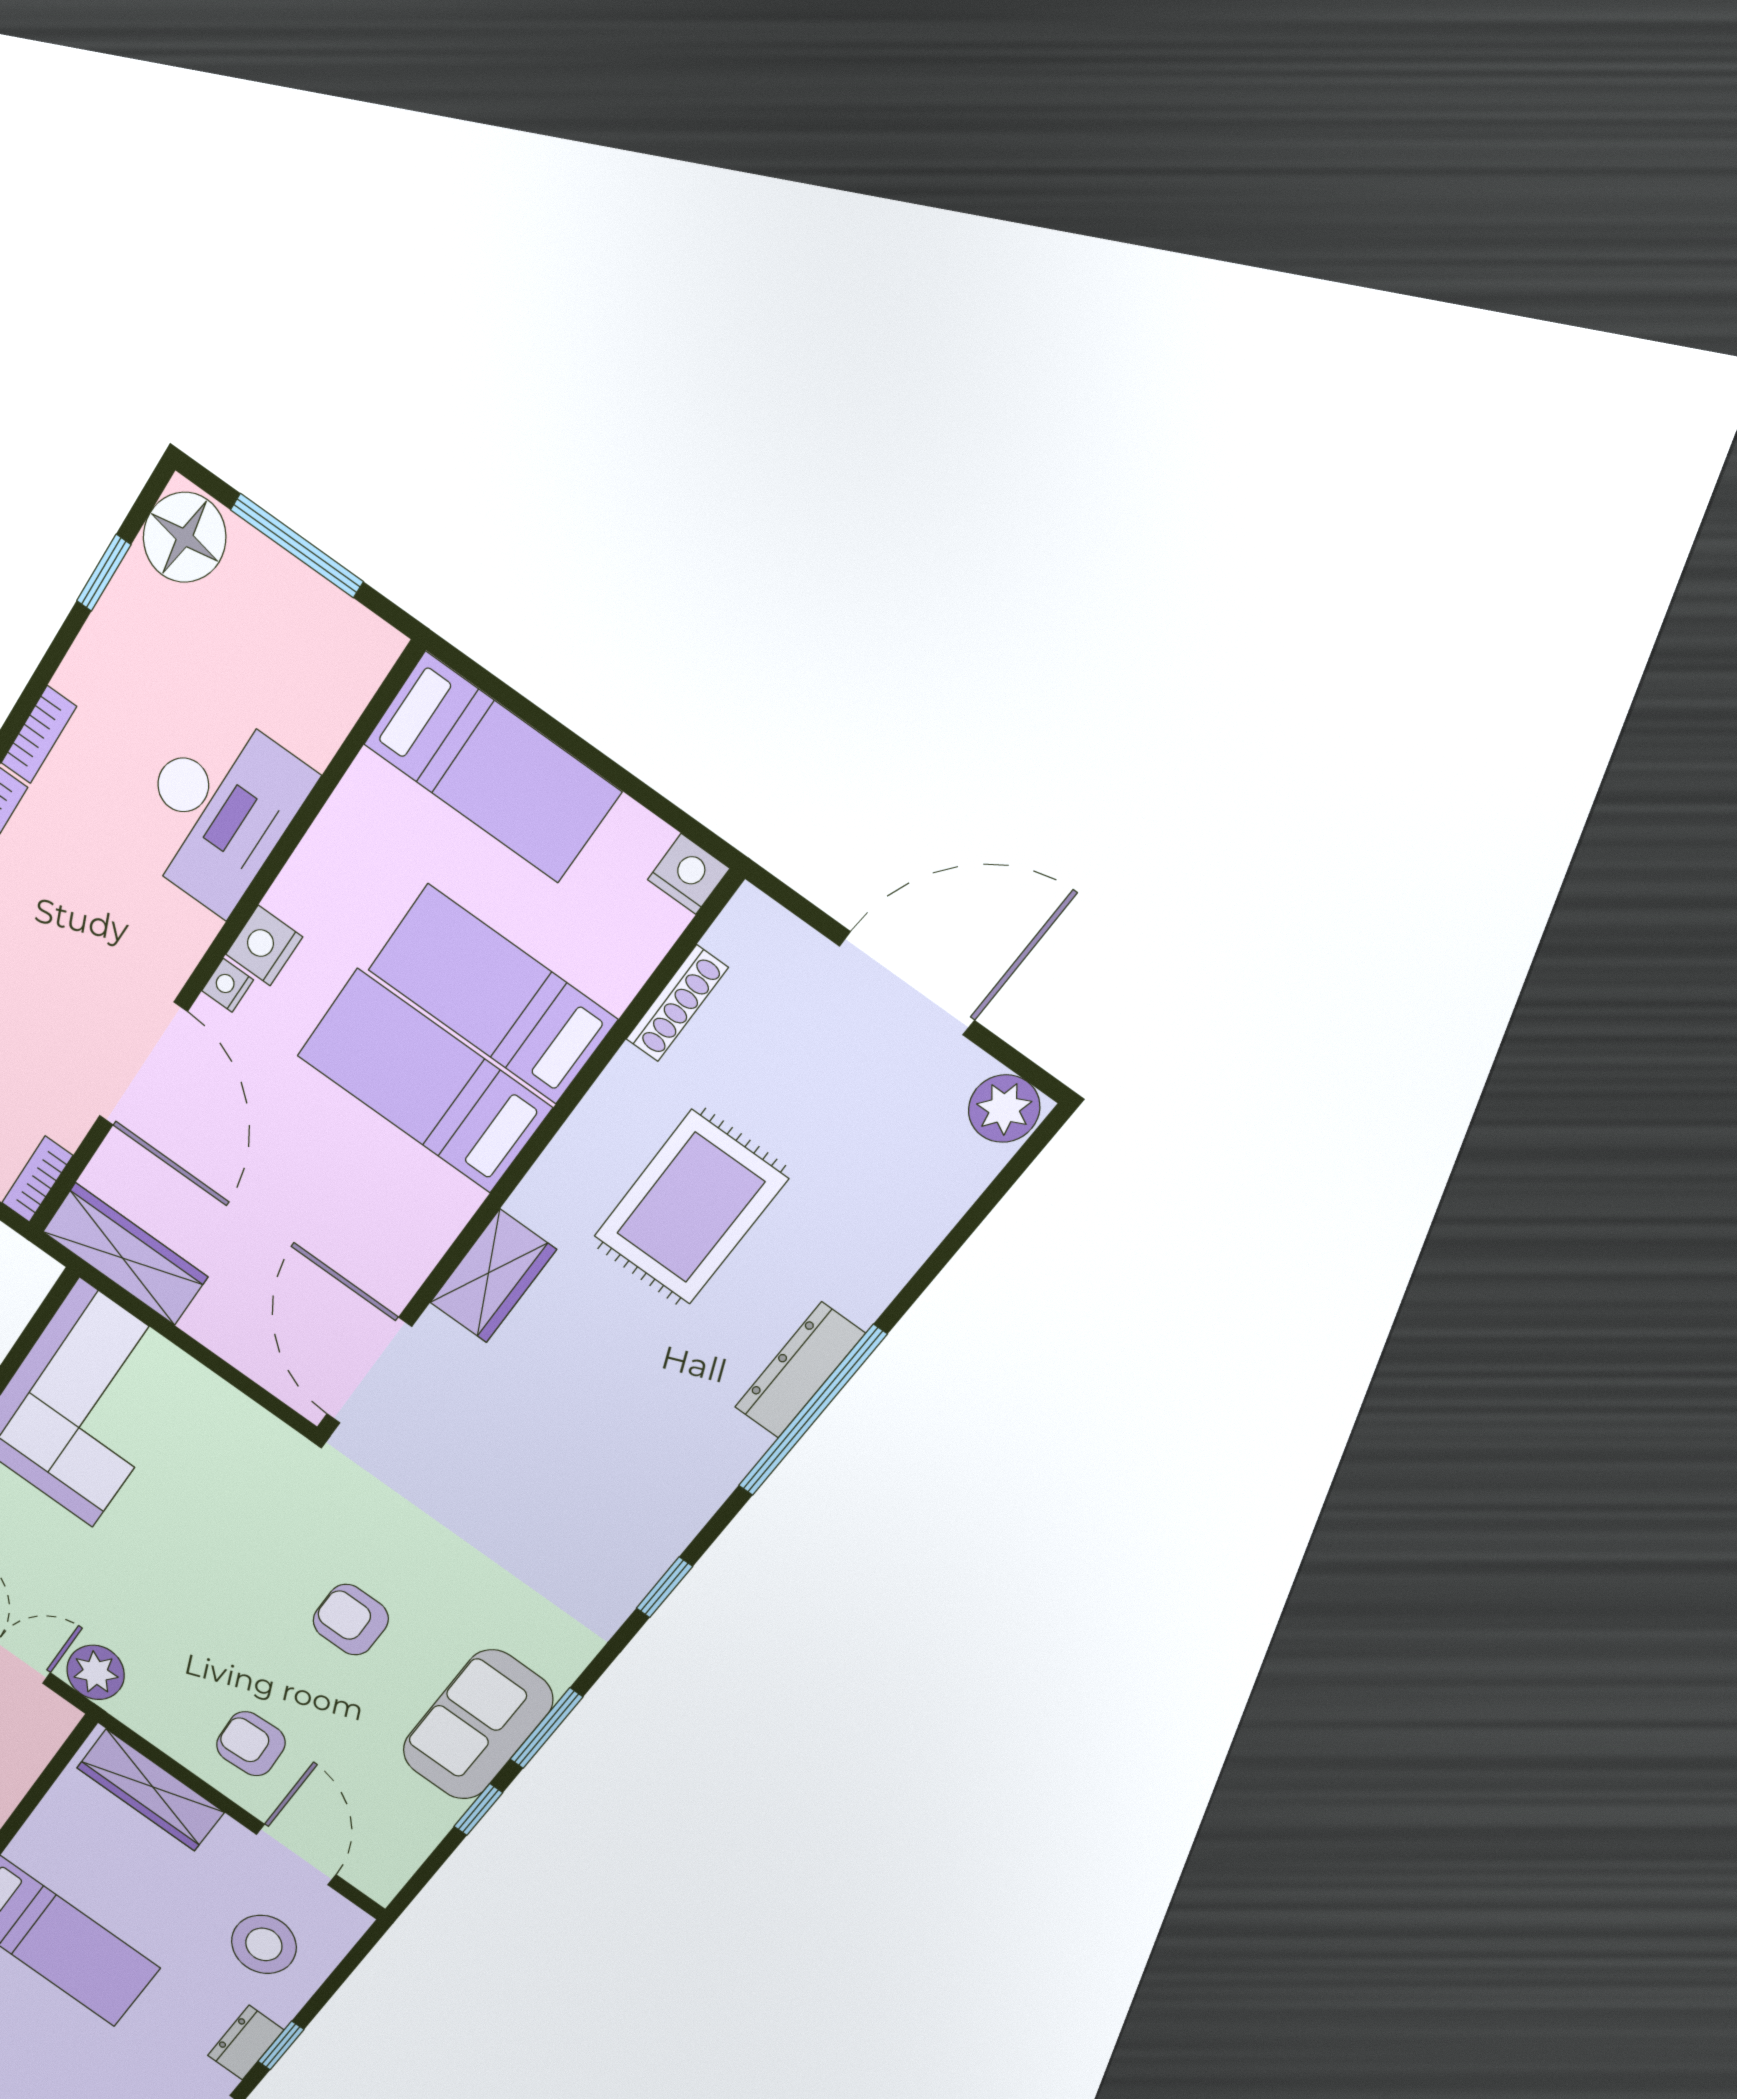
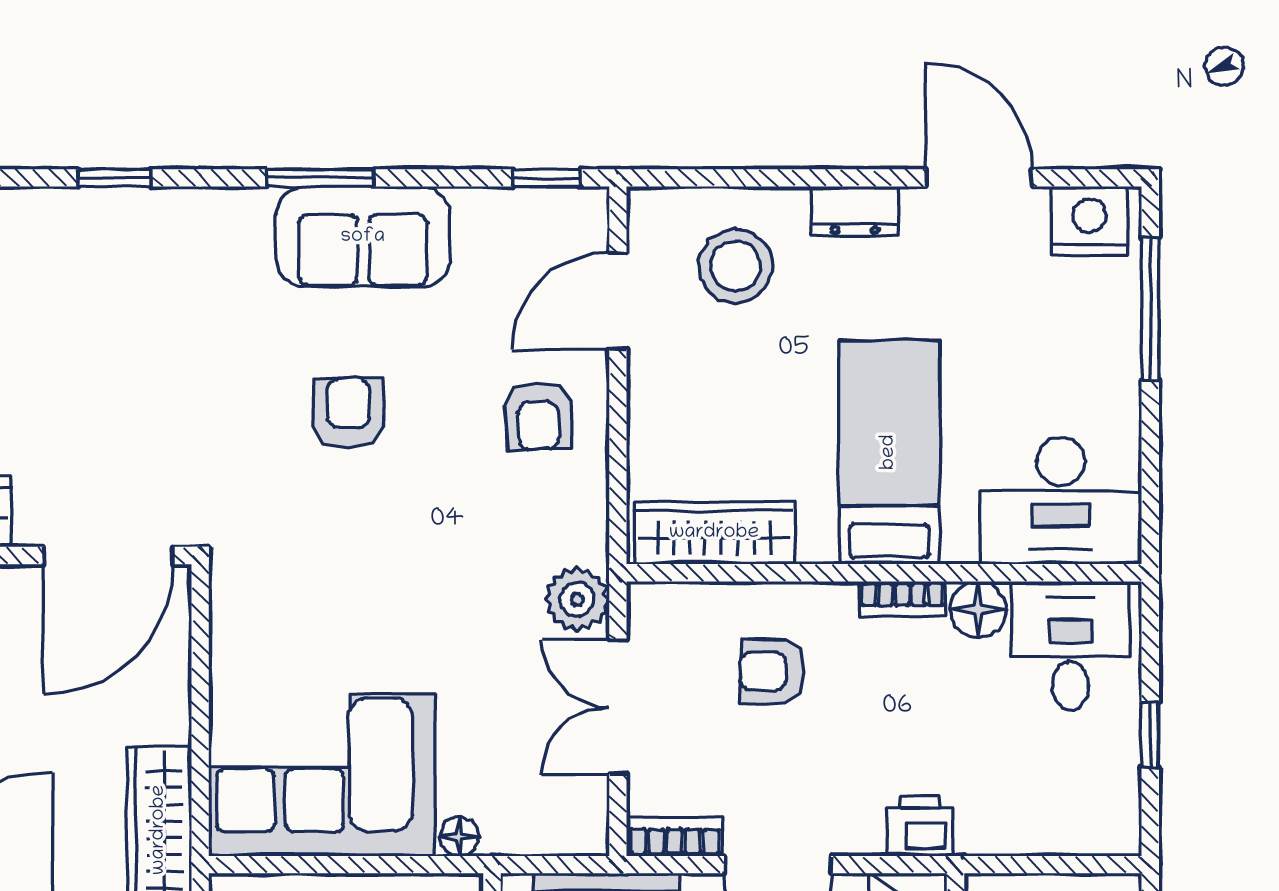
armchair: (351, 1620) -> (348, 413), turned 180
wardrobe: (150, 1790) -> (714, 533), moved, turned -90
window: (478, 1810) -> (546, 178), moved
window: (281, 2045) -> (831, 178), removed

